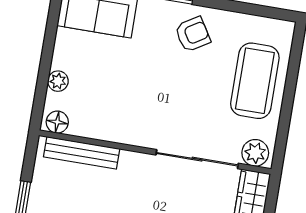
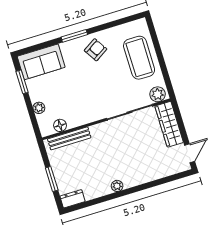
window: (52, 27) -> (22, 82), added
floor lamp: (57, 122) -> (60, 125), moved

